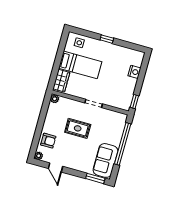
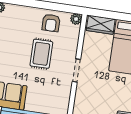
armchair: (48, 141) -> (51, 23), moved

